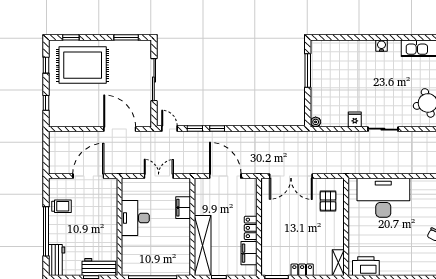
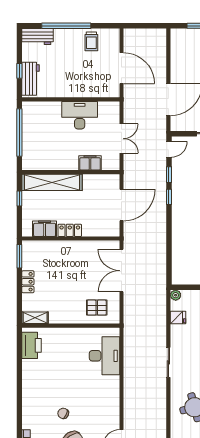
fridge: (355, 120) -> (178, 317), moved
desk: (383, 198) -> (104, 356), width x0.73, depth x0.77

